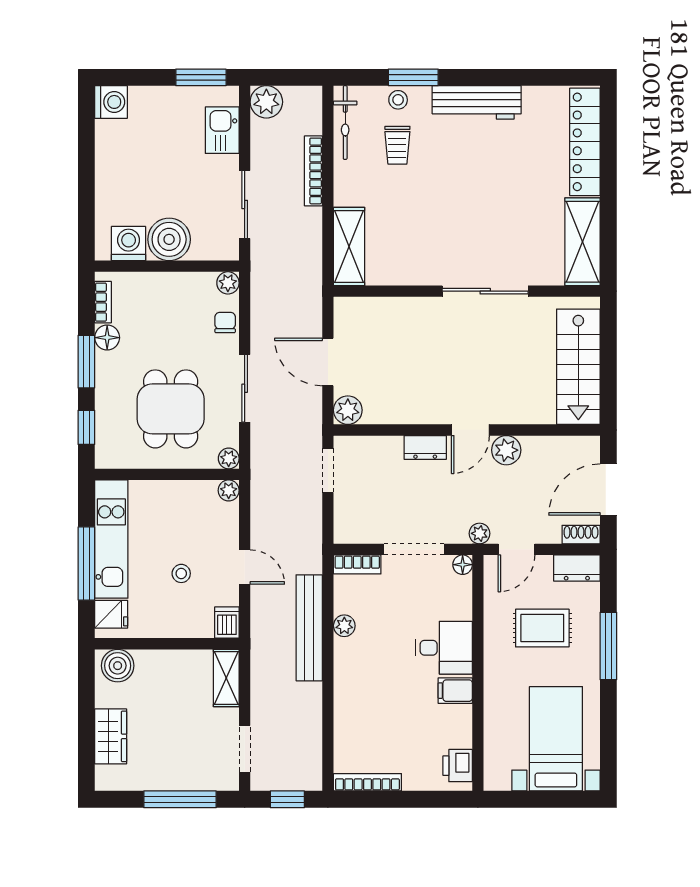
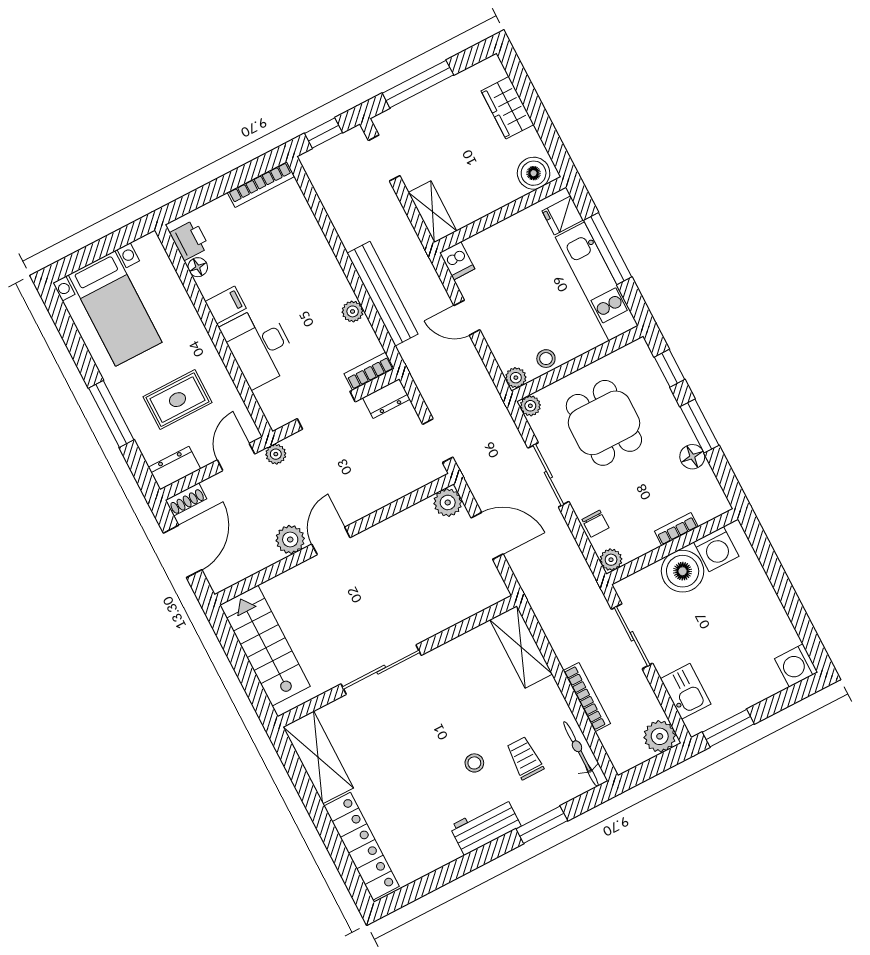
stool: (398, 100) -> (474, 763), moved
workbench: (477, 102) -> (485, 826), width x0.73
bookcase: (103, 302) -> (676, 529), moved, turned 90
dresser: (425, 447) -> (386, 399), moved, turned 180
floor lamp: (463, 565) -> (198, 267), moved
stool: (181, 573) -> (546, 359), moved
desk: (444, 648) -> (259, 346), width x1.37

